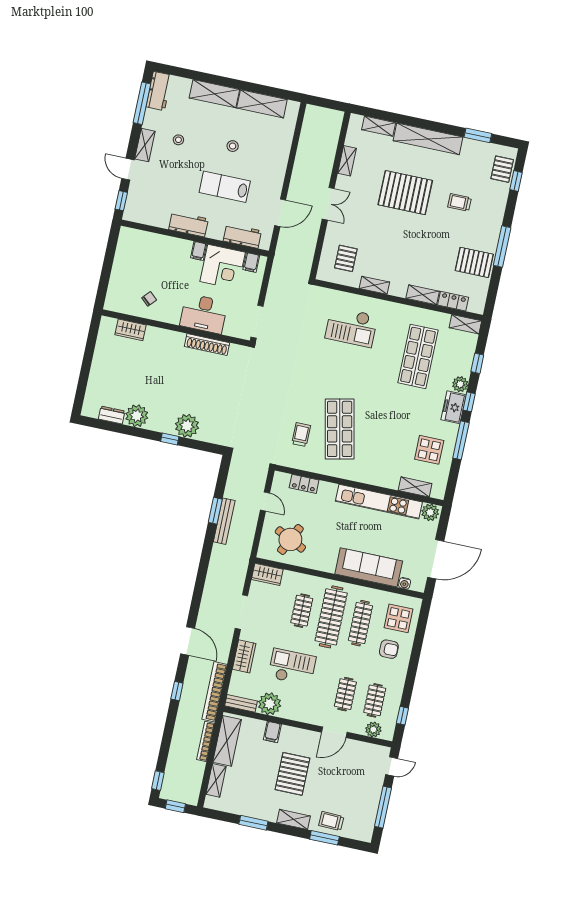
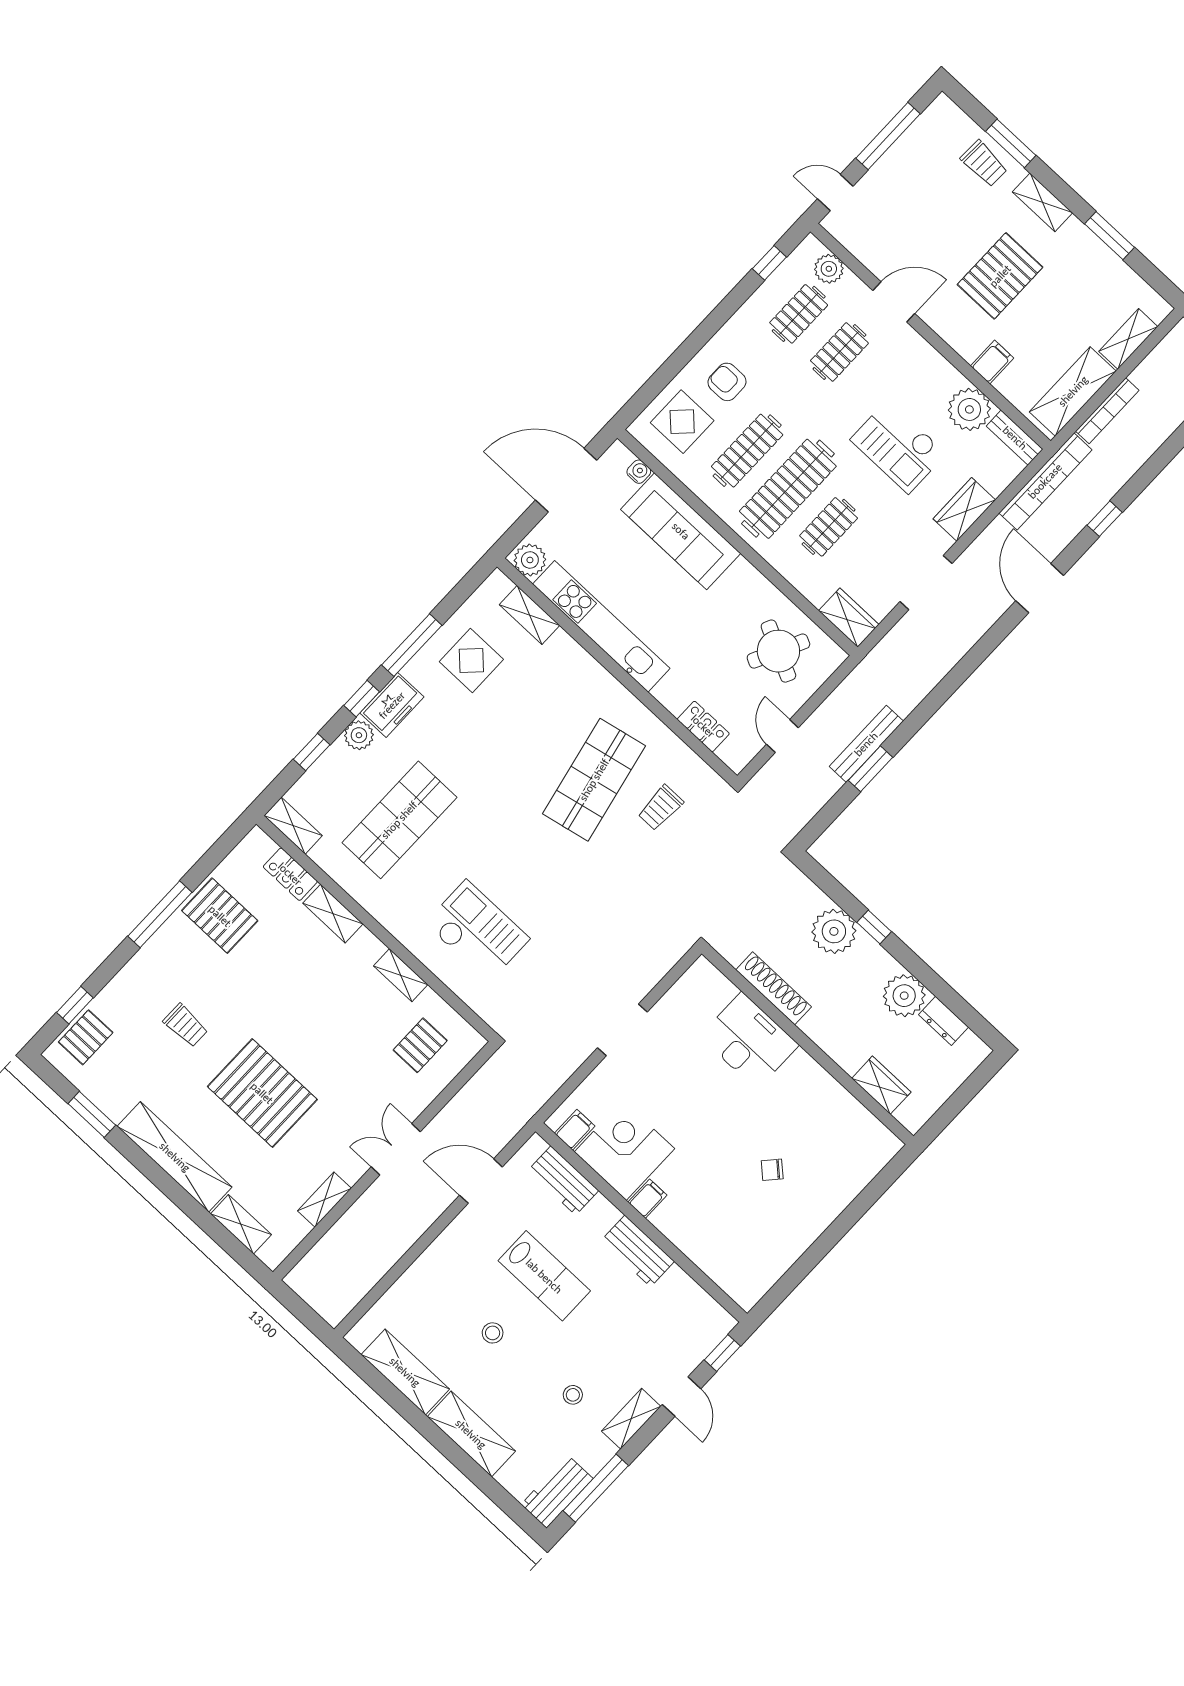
desk: (204, 314) -> (749, 1041), moved
wall: (176, 328) -> (808, 1045), moved
wardrobe: (131, 330) -> (881, 1085), moved
shoe rack: (207, 345) -> (774, 988), moved

